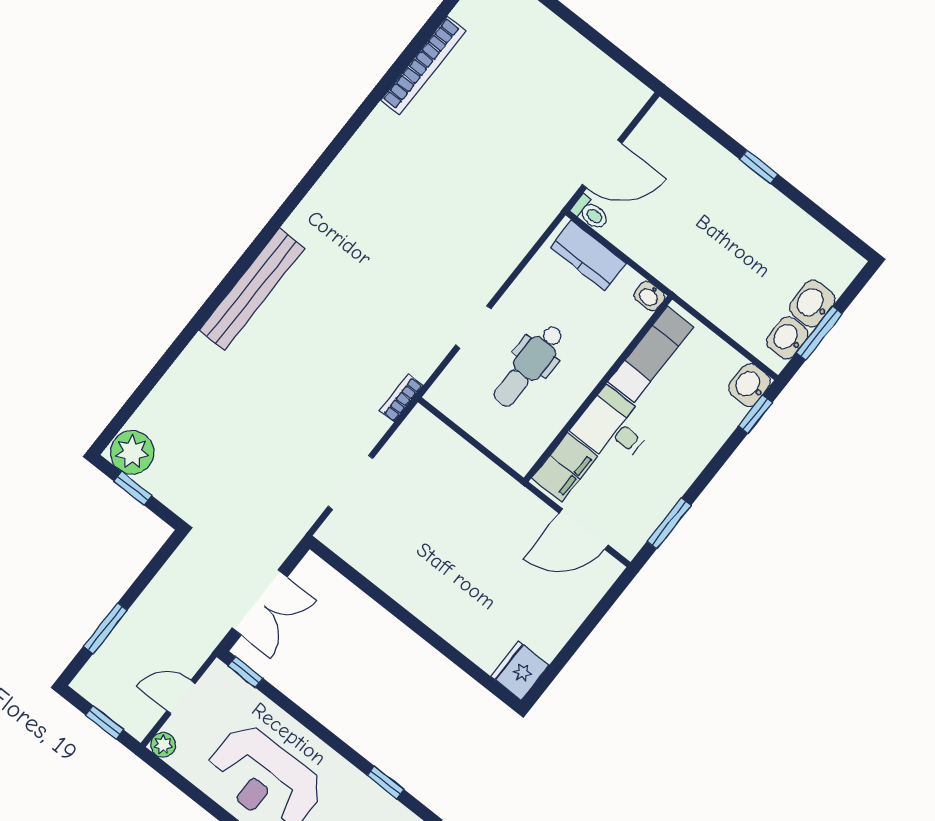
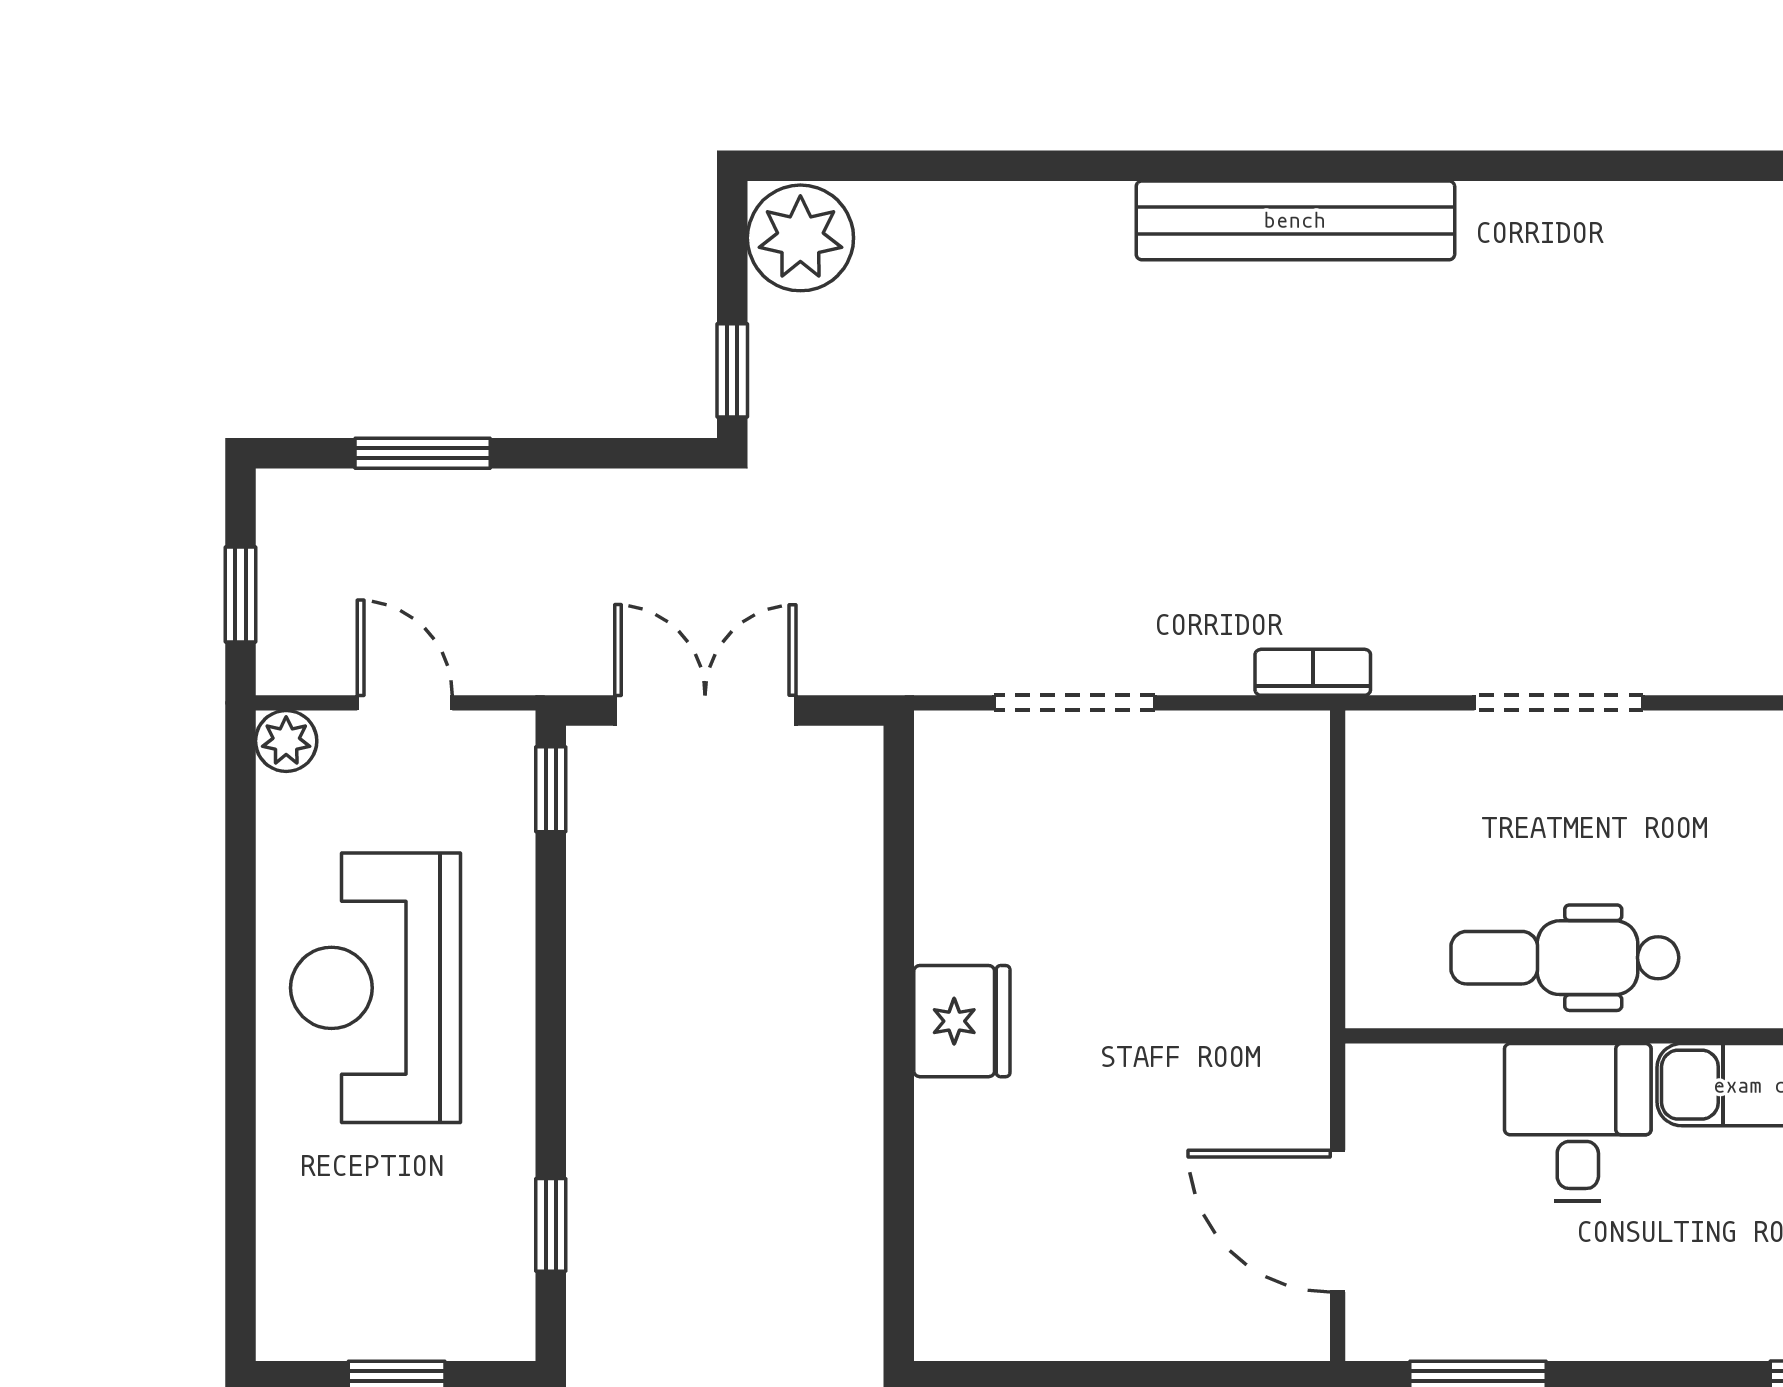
doorway: (473, 327) -> (1559, 703), width x1.38
dental chair: (529, 366) -> (1565, 958), moved
filing cabinet: (565, 467) -> (1428, 1091), removed
window: (133, 488) -> (732, 370), moved
double door: (260, 603) -> (705, 710), swing flipped
fridge: (520, 671) -> (962, 1021), moved, turned 90

